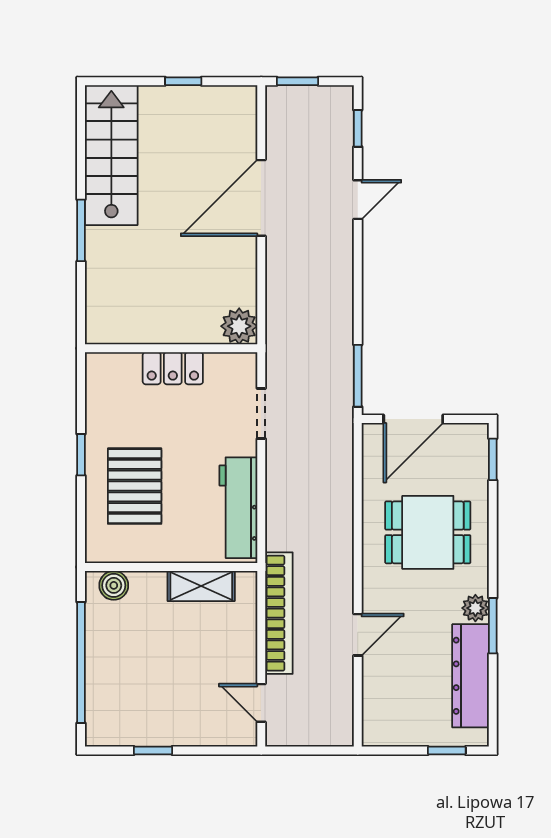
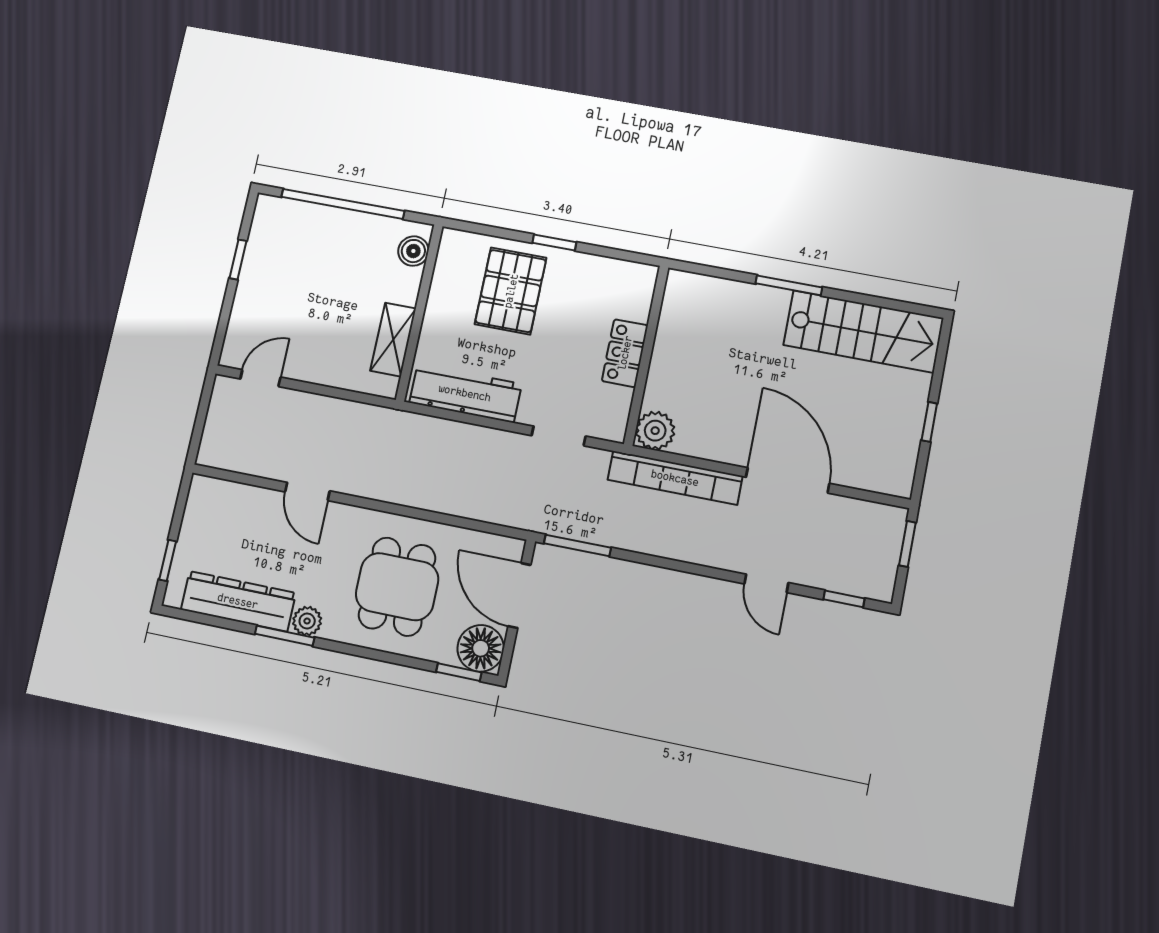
floor lamp: (468, 444) -> (481, 648), added
pallet: (135, 486) -> (511, 291), turned 90
bookcase: (279, 613) -> (675, 478), moved

